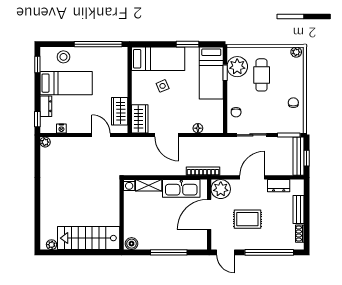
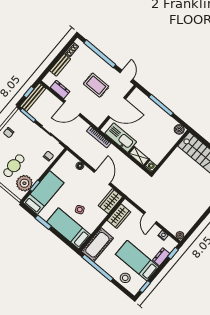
cot: (117, 66) -> (97, 245), added
door: (101, 135) -> (150, 218), moved
plant: (221, 189) -> (97, 117), removed

